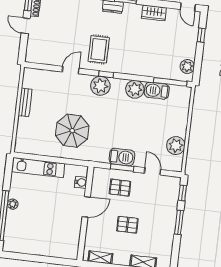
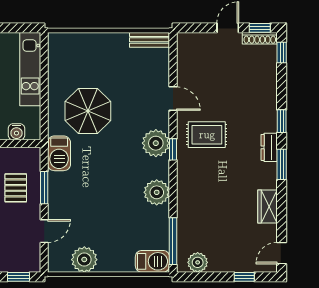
barbecue: (157, 91) -> (152, 261), moved, turned 90
bench: (25, 103) -> (150, 40), moved
barbecue: (122, 157) -> (59, 153), moved

